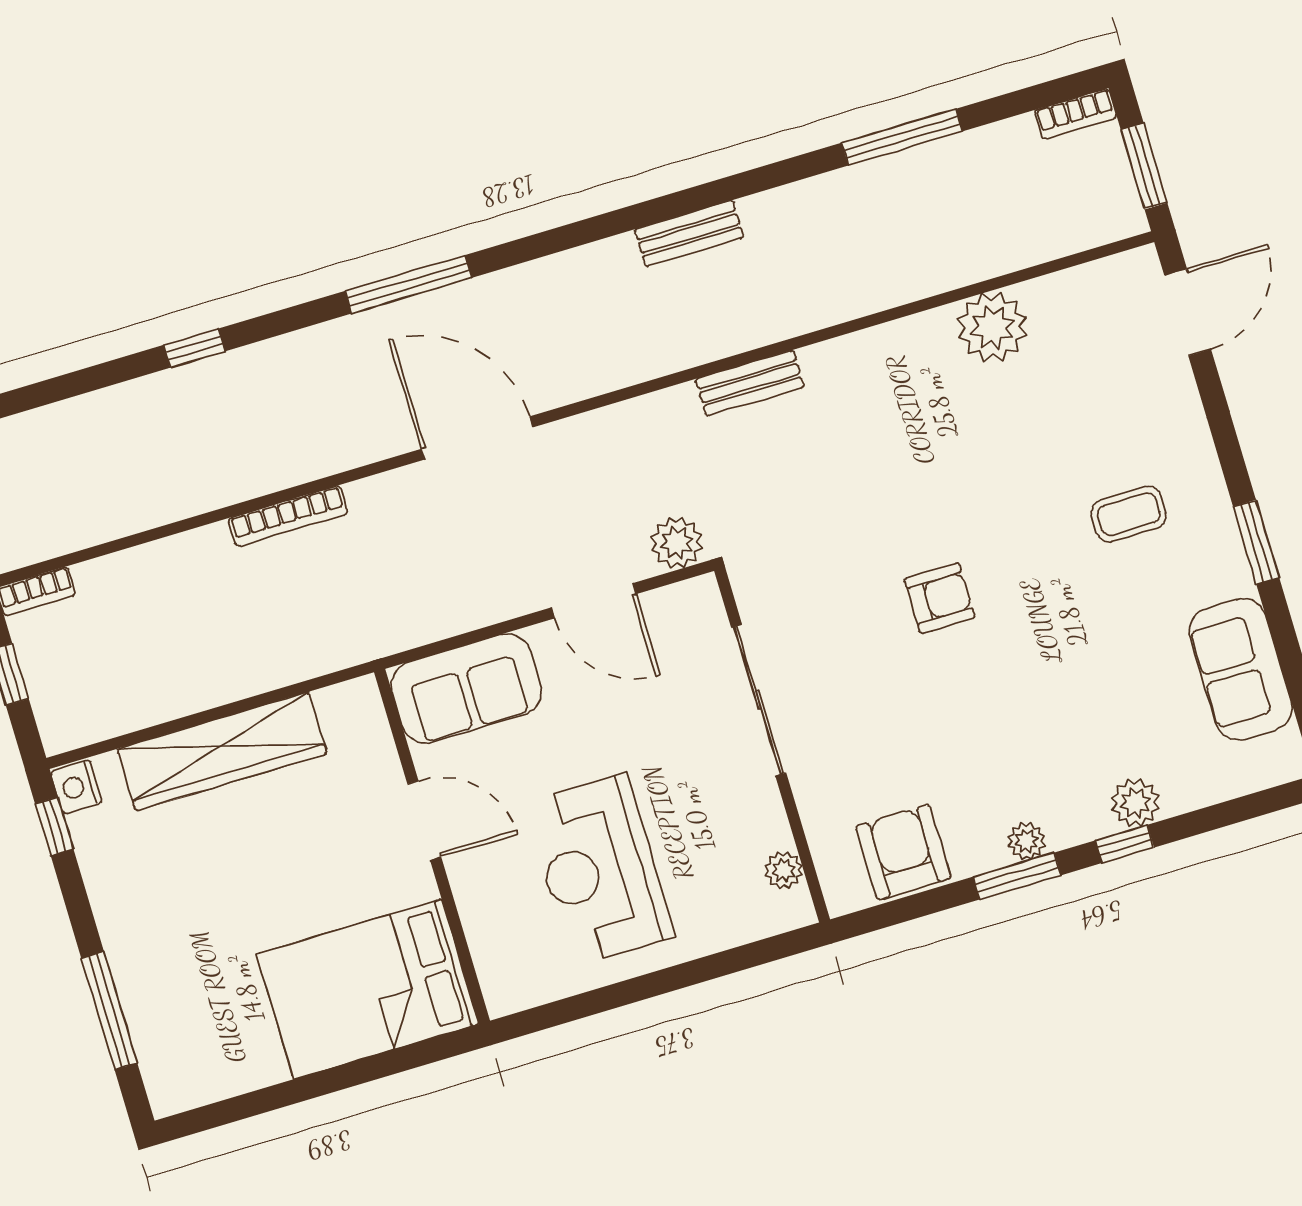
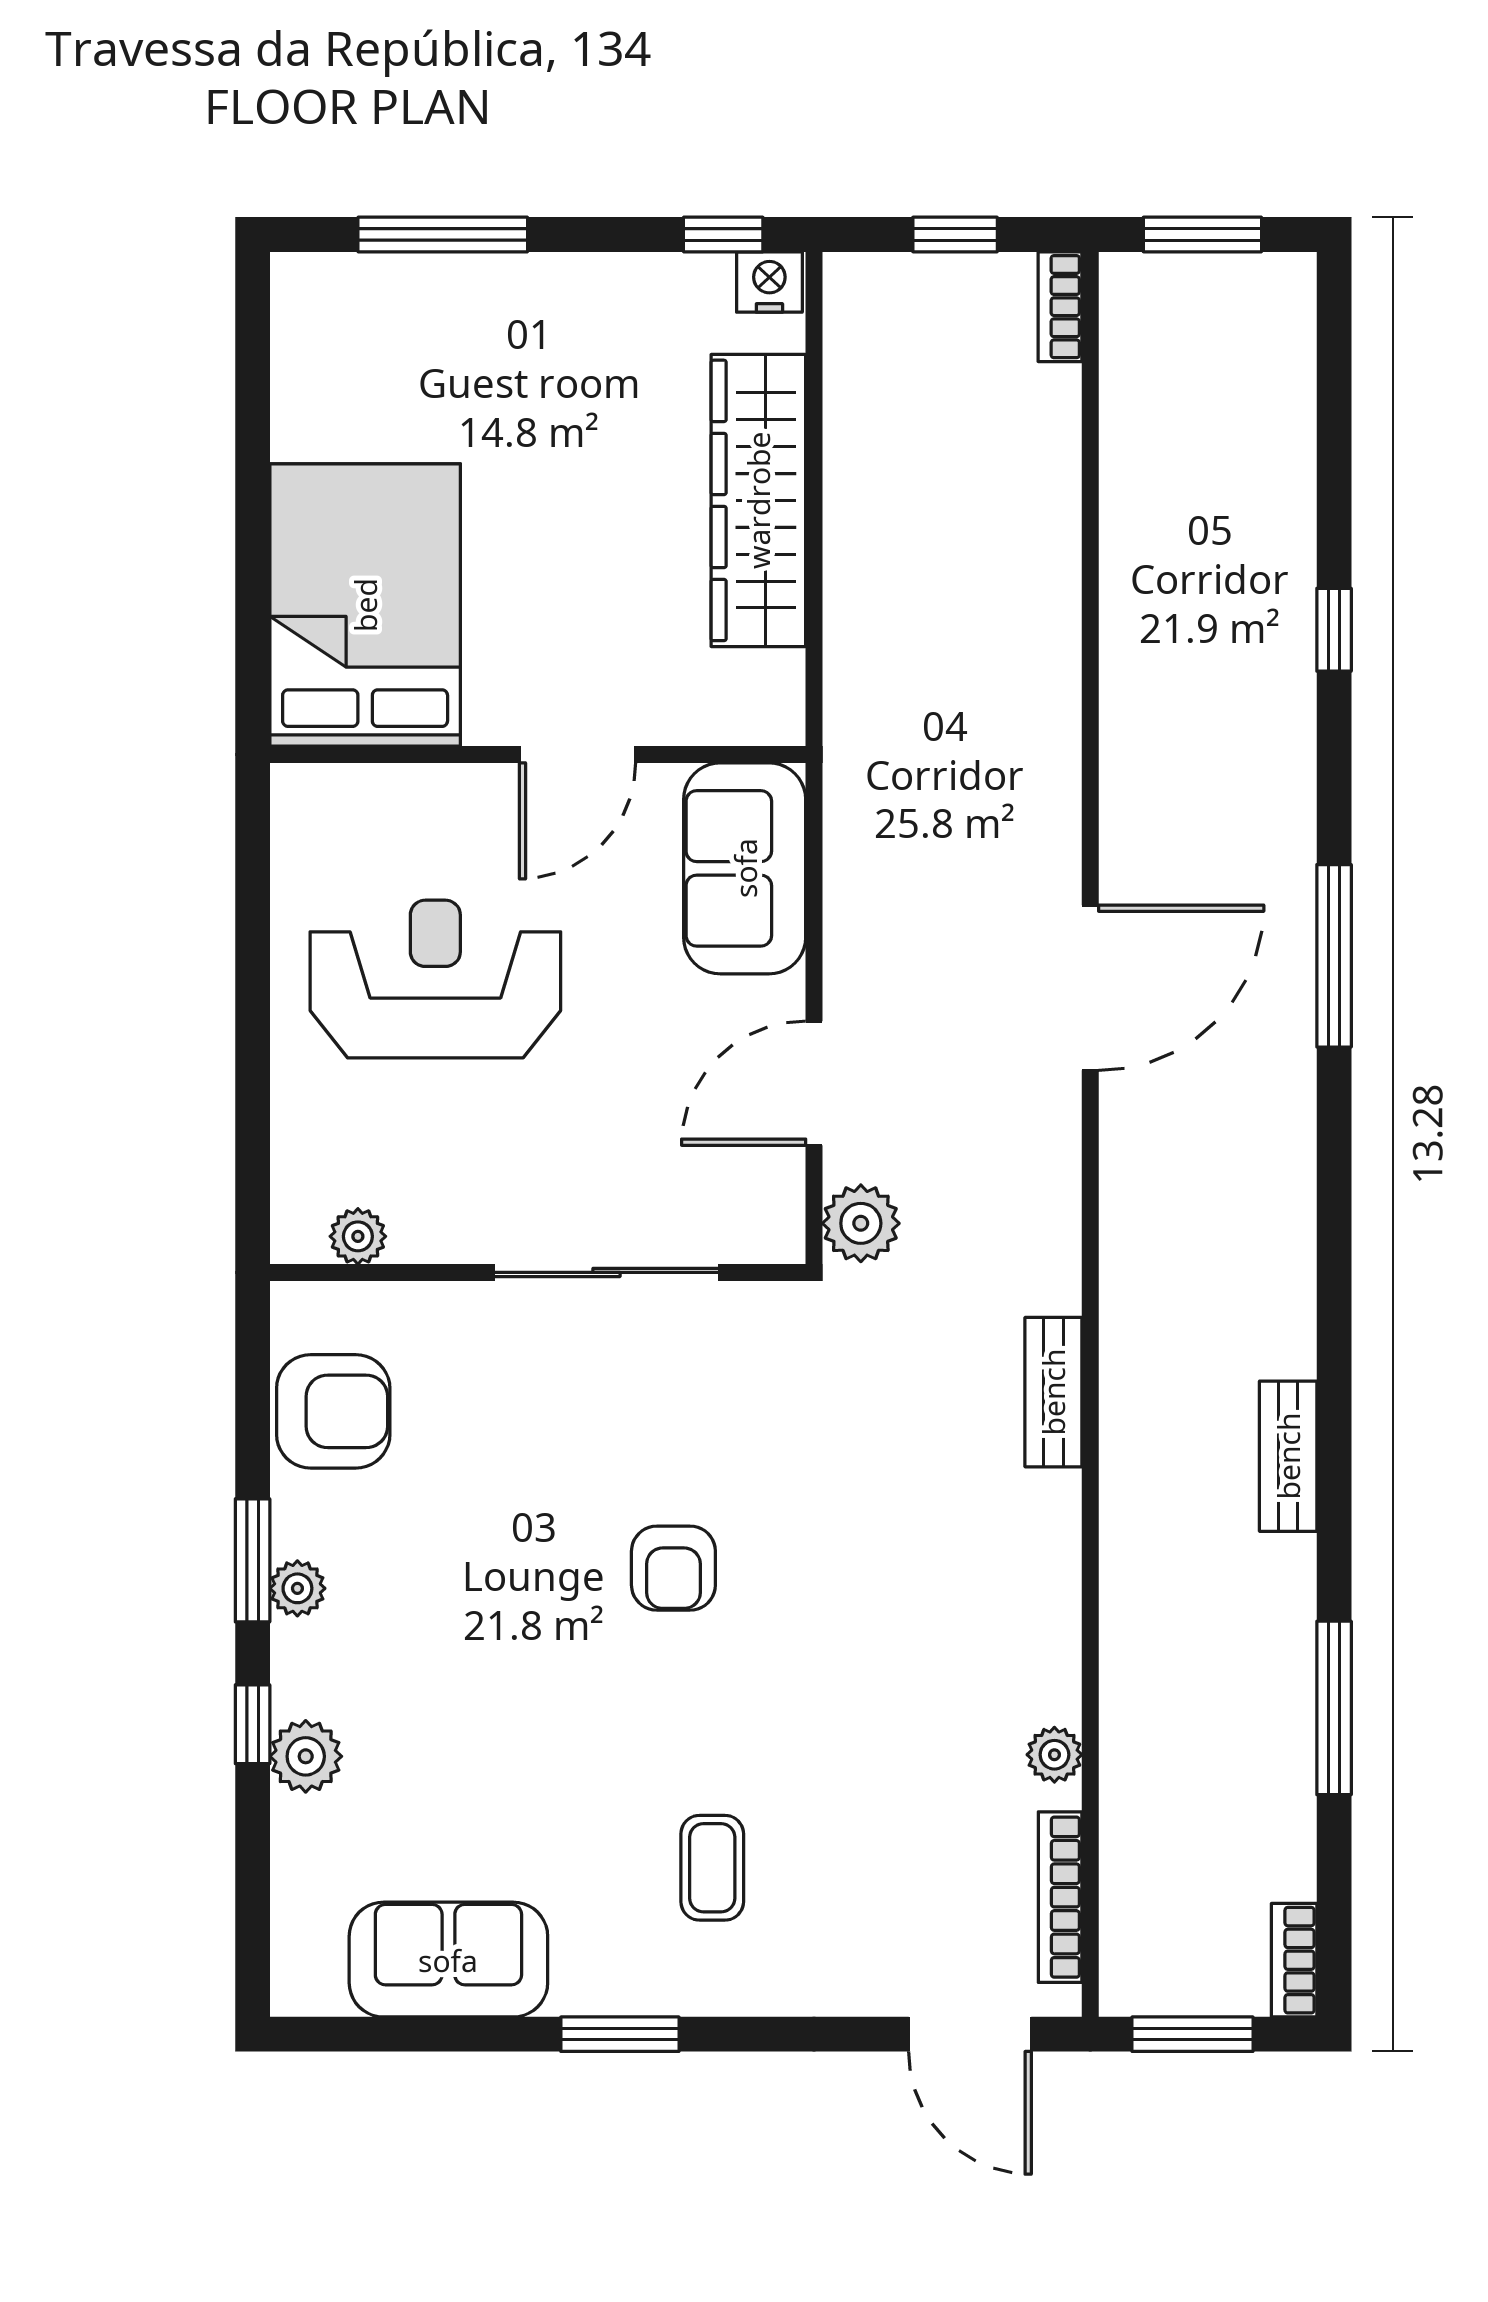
bench: (689, 233) -> (1288, 1456), moved
plant: (992, 327) -> (1054, 1755), width x0.53, depth x0.53
bookcase: (288, 516) -> (1060, 1897), moved

